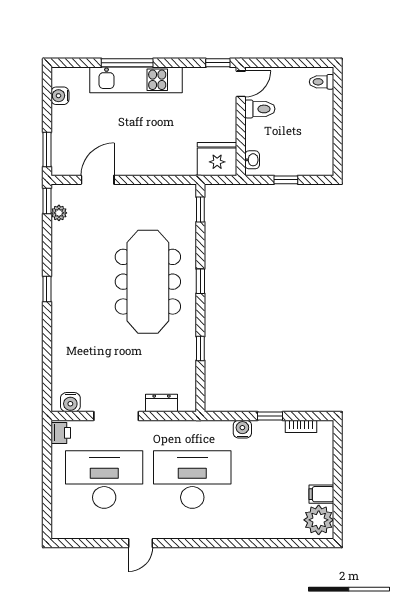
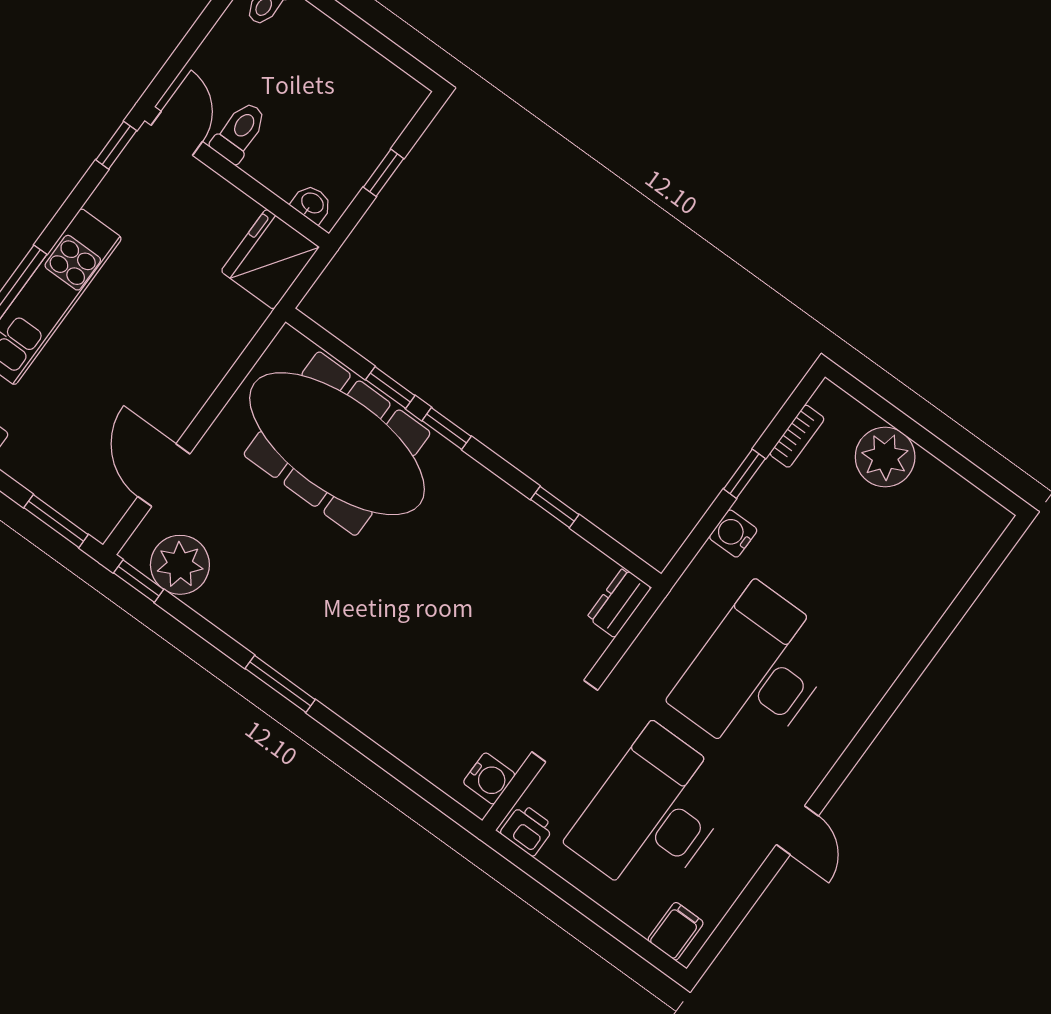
window: (200, 210) -> (390, 388), moved
plant: (59, 213) -> (180, 565), width x1.88, depth x1.88
meeting table: (148, 282) -> (337, 444), moved
window: (47, 289) -> (280, 684), width x1.50
dresser: (162, 403) -> (619, 603), moved
filing cabinet: (321, 494) -> (676, 931), moved, turned 180
plant: (319, 520) -> (885, 457), moved

